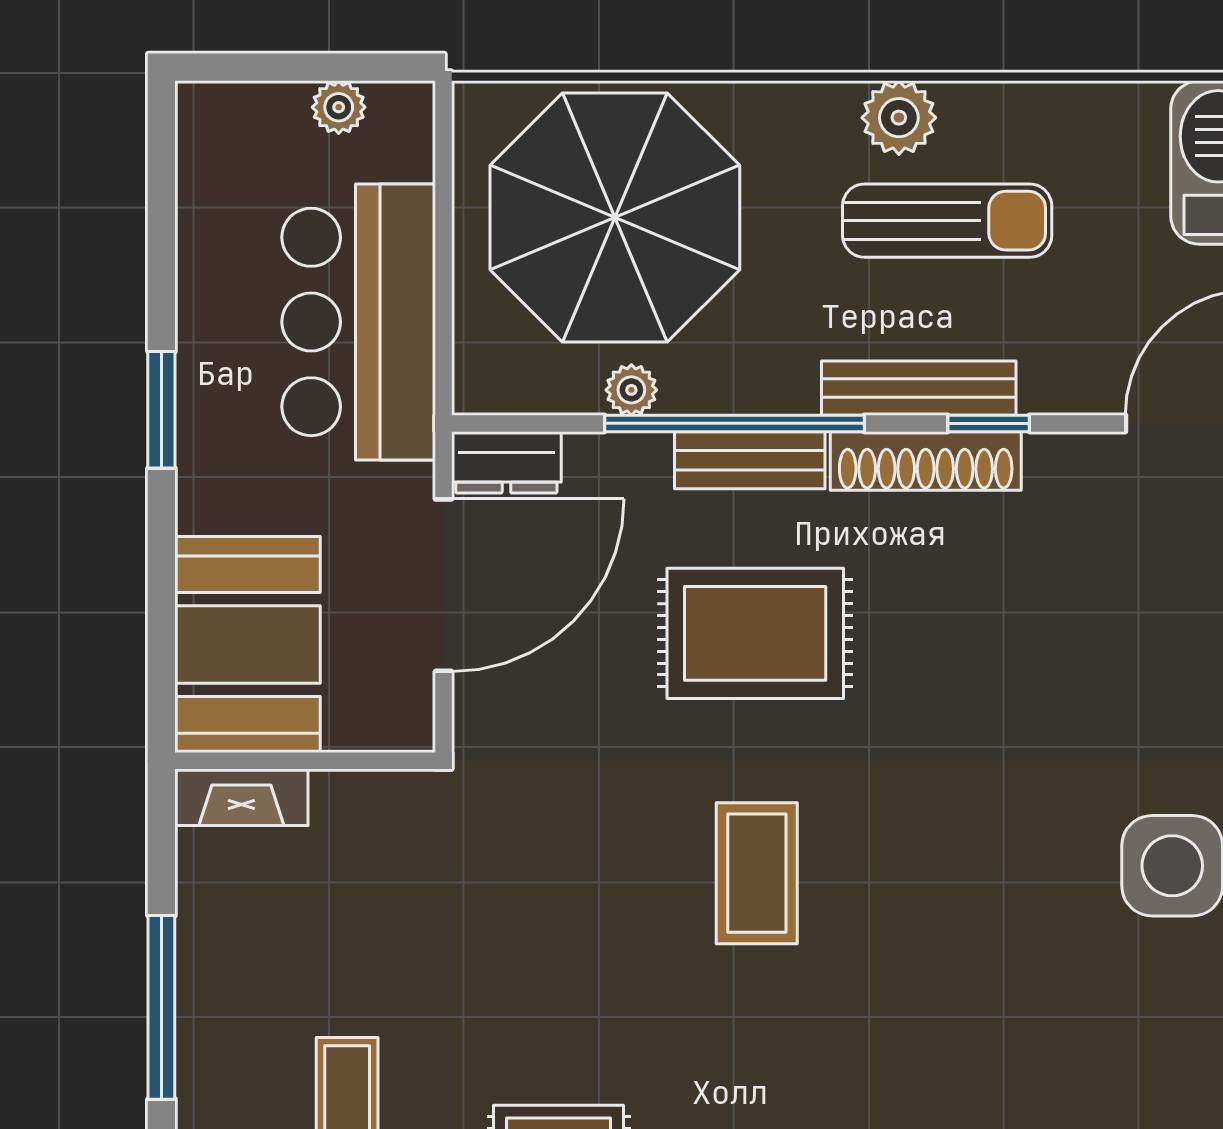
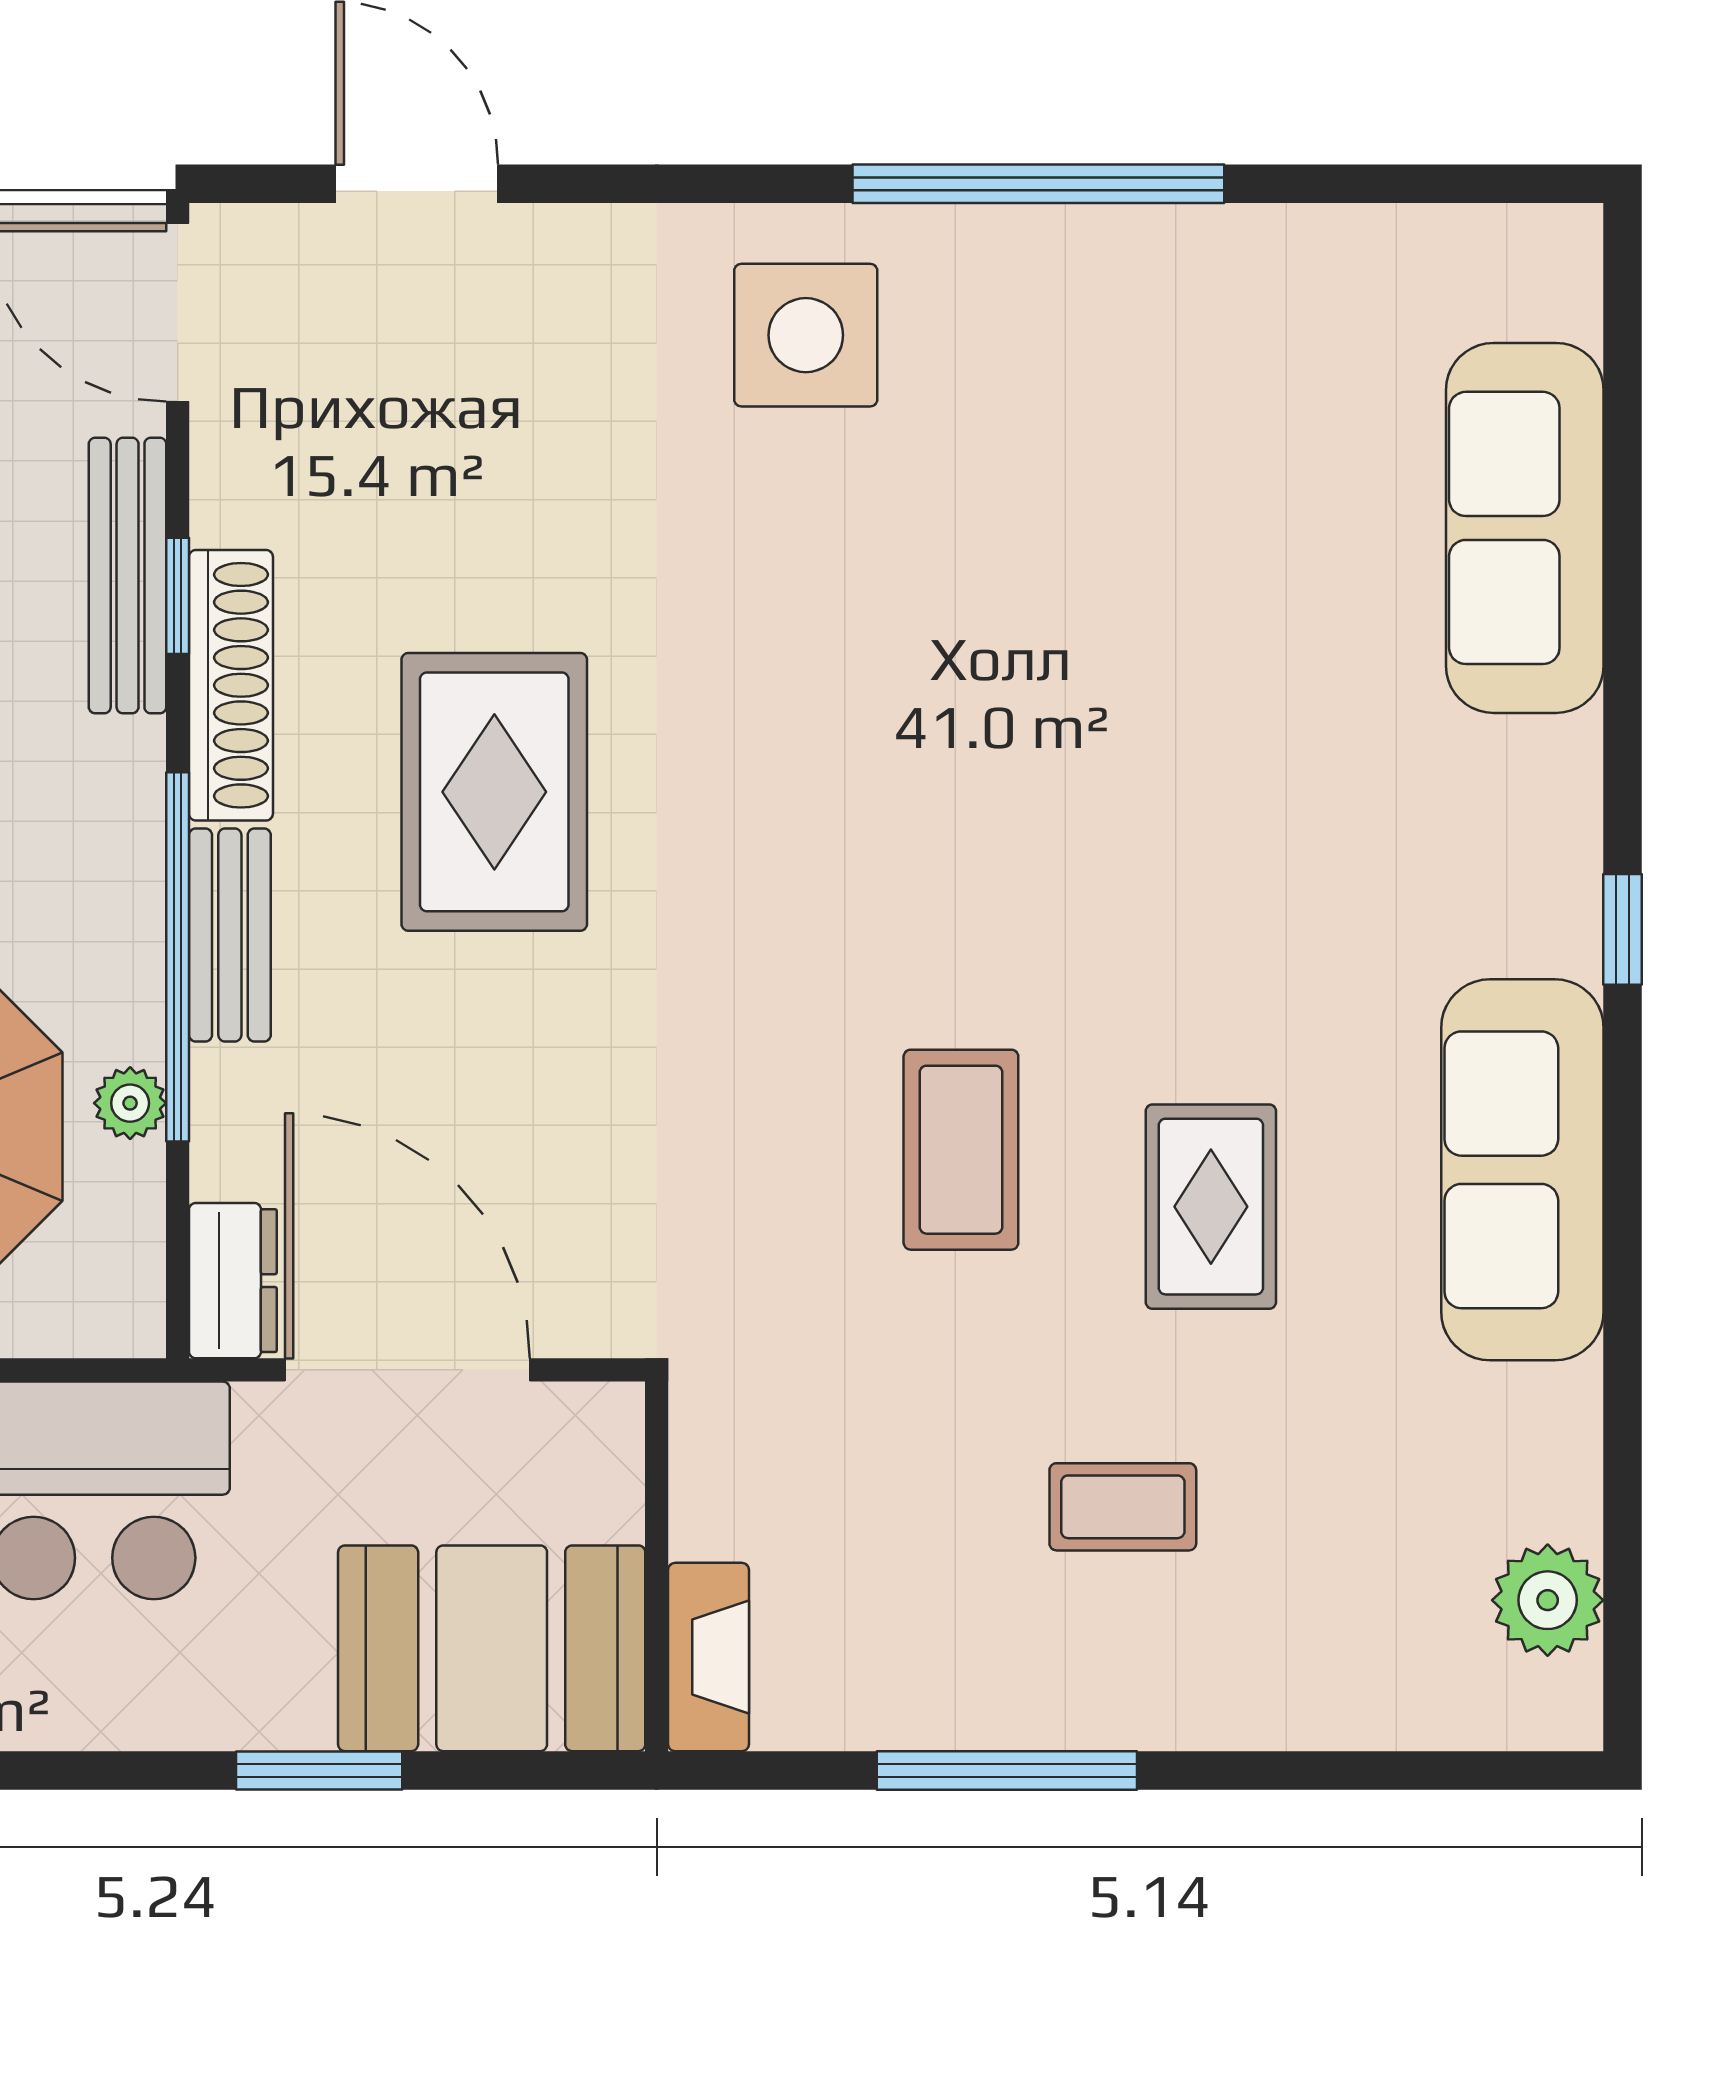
bench: (919, 388) -> (128, 576), moved
window: (161, 410) -> (319, 1770), moved
rug: (755, 633) -> (494, 792), moved
coffee table: (757, 873) -> (961, 1150), moved, turned 90

